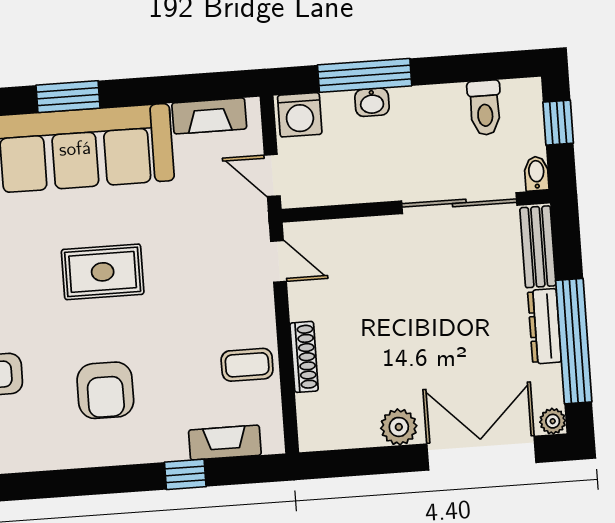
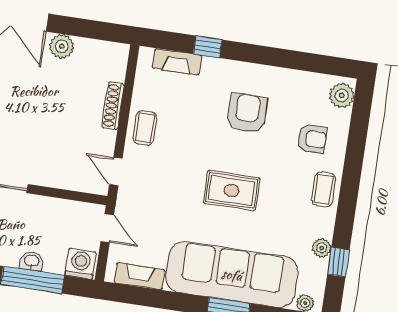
coffee table: (247, 365) -> (145, 128), moved, turned 90

